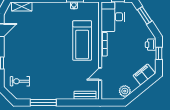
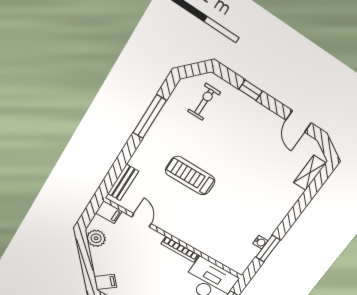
treadmill: (82, 41) -> (190, 176), moved, width x0.73, depth x0.73
filing cabinet: (144, 74) -> (105, 282), width x0.50
filing cabinet: (106, 93) -> (109, 212), added

